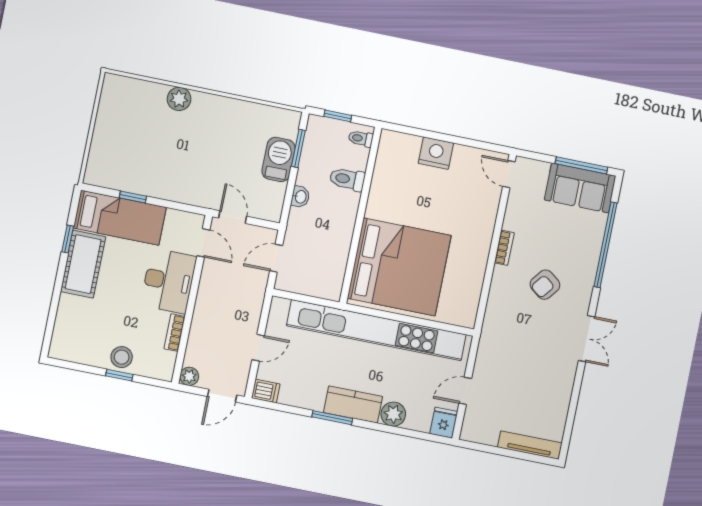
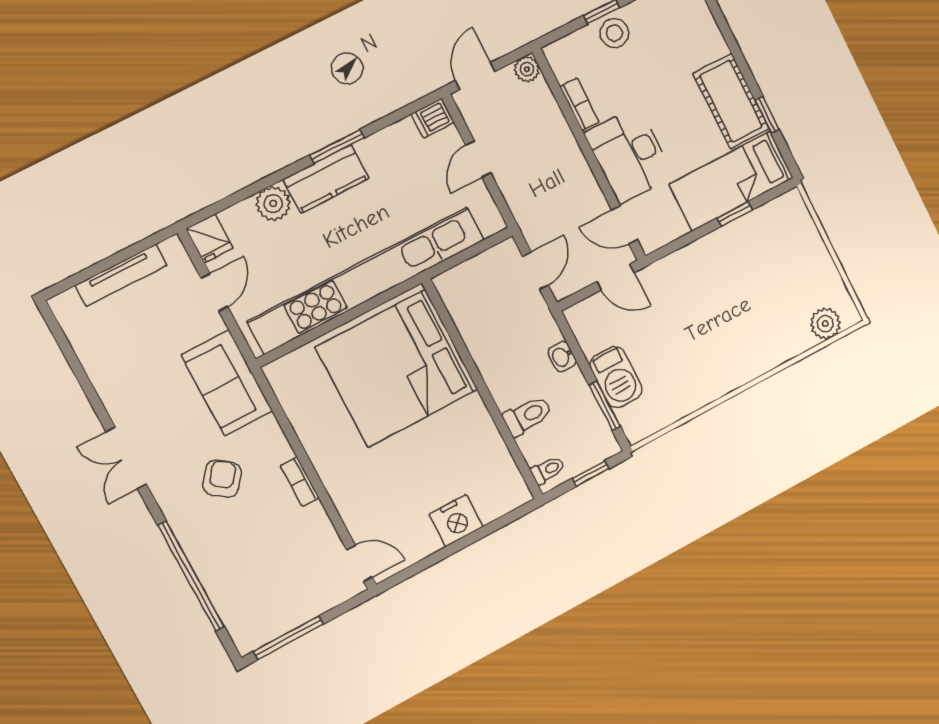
plant: (179, 99) -> (825, 324), moved
sofa: (580, 188) -> (227, 383), moved, turned -90
tv unit: (530, 445) -> (121, 275), moved

